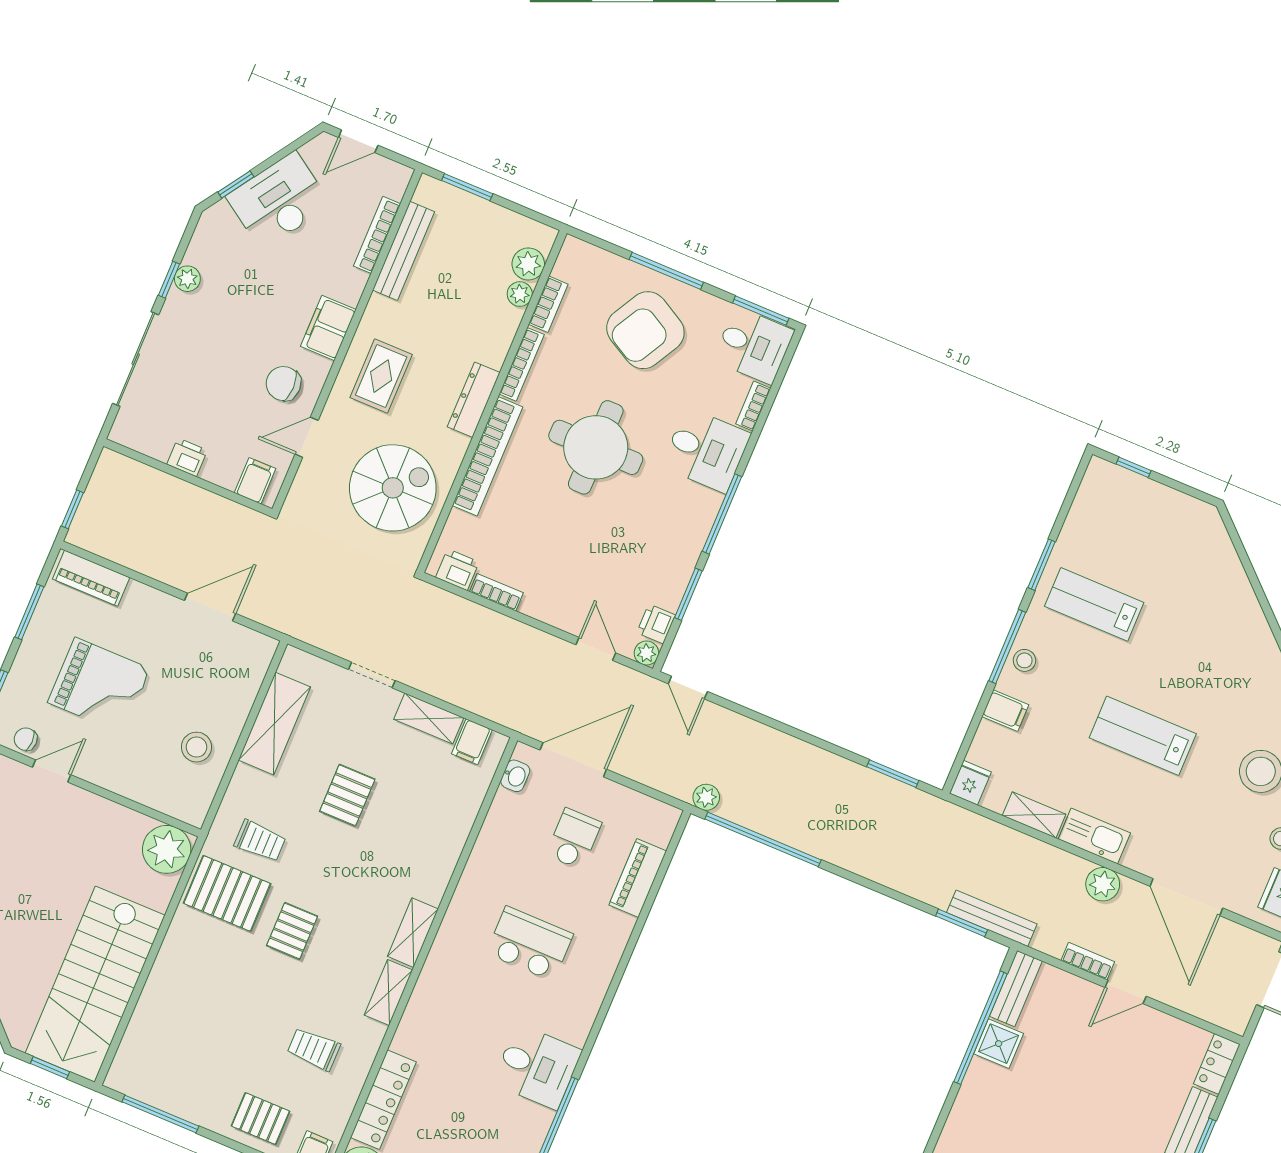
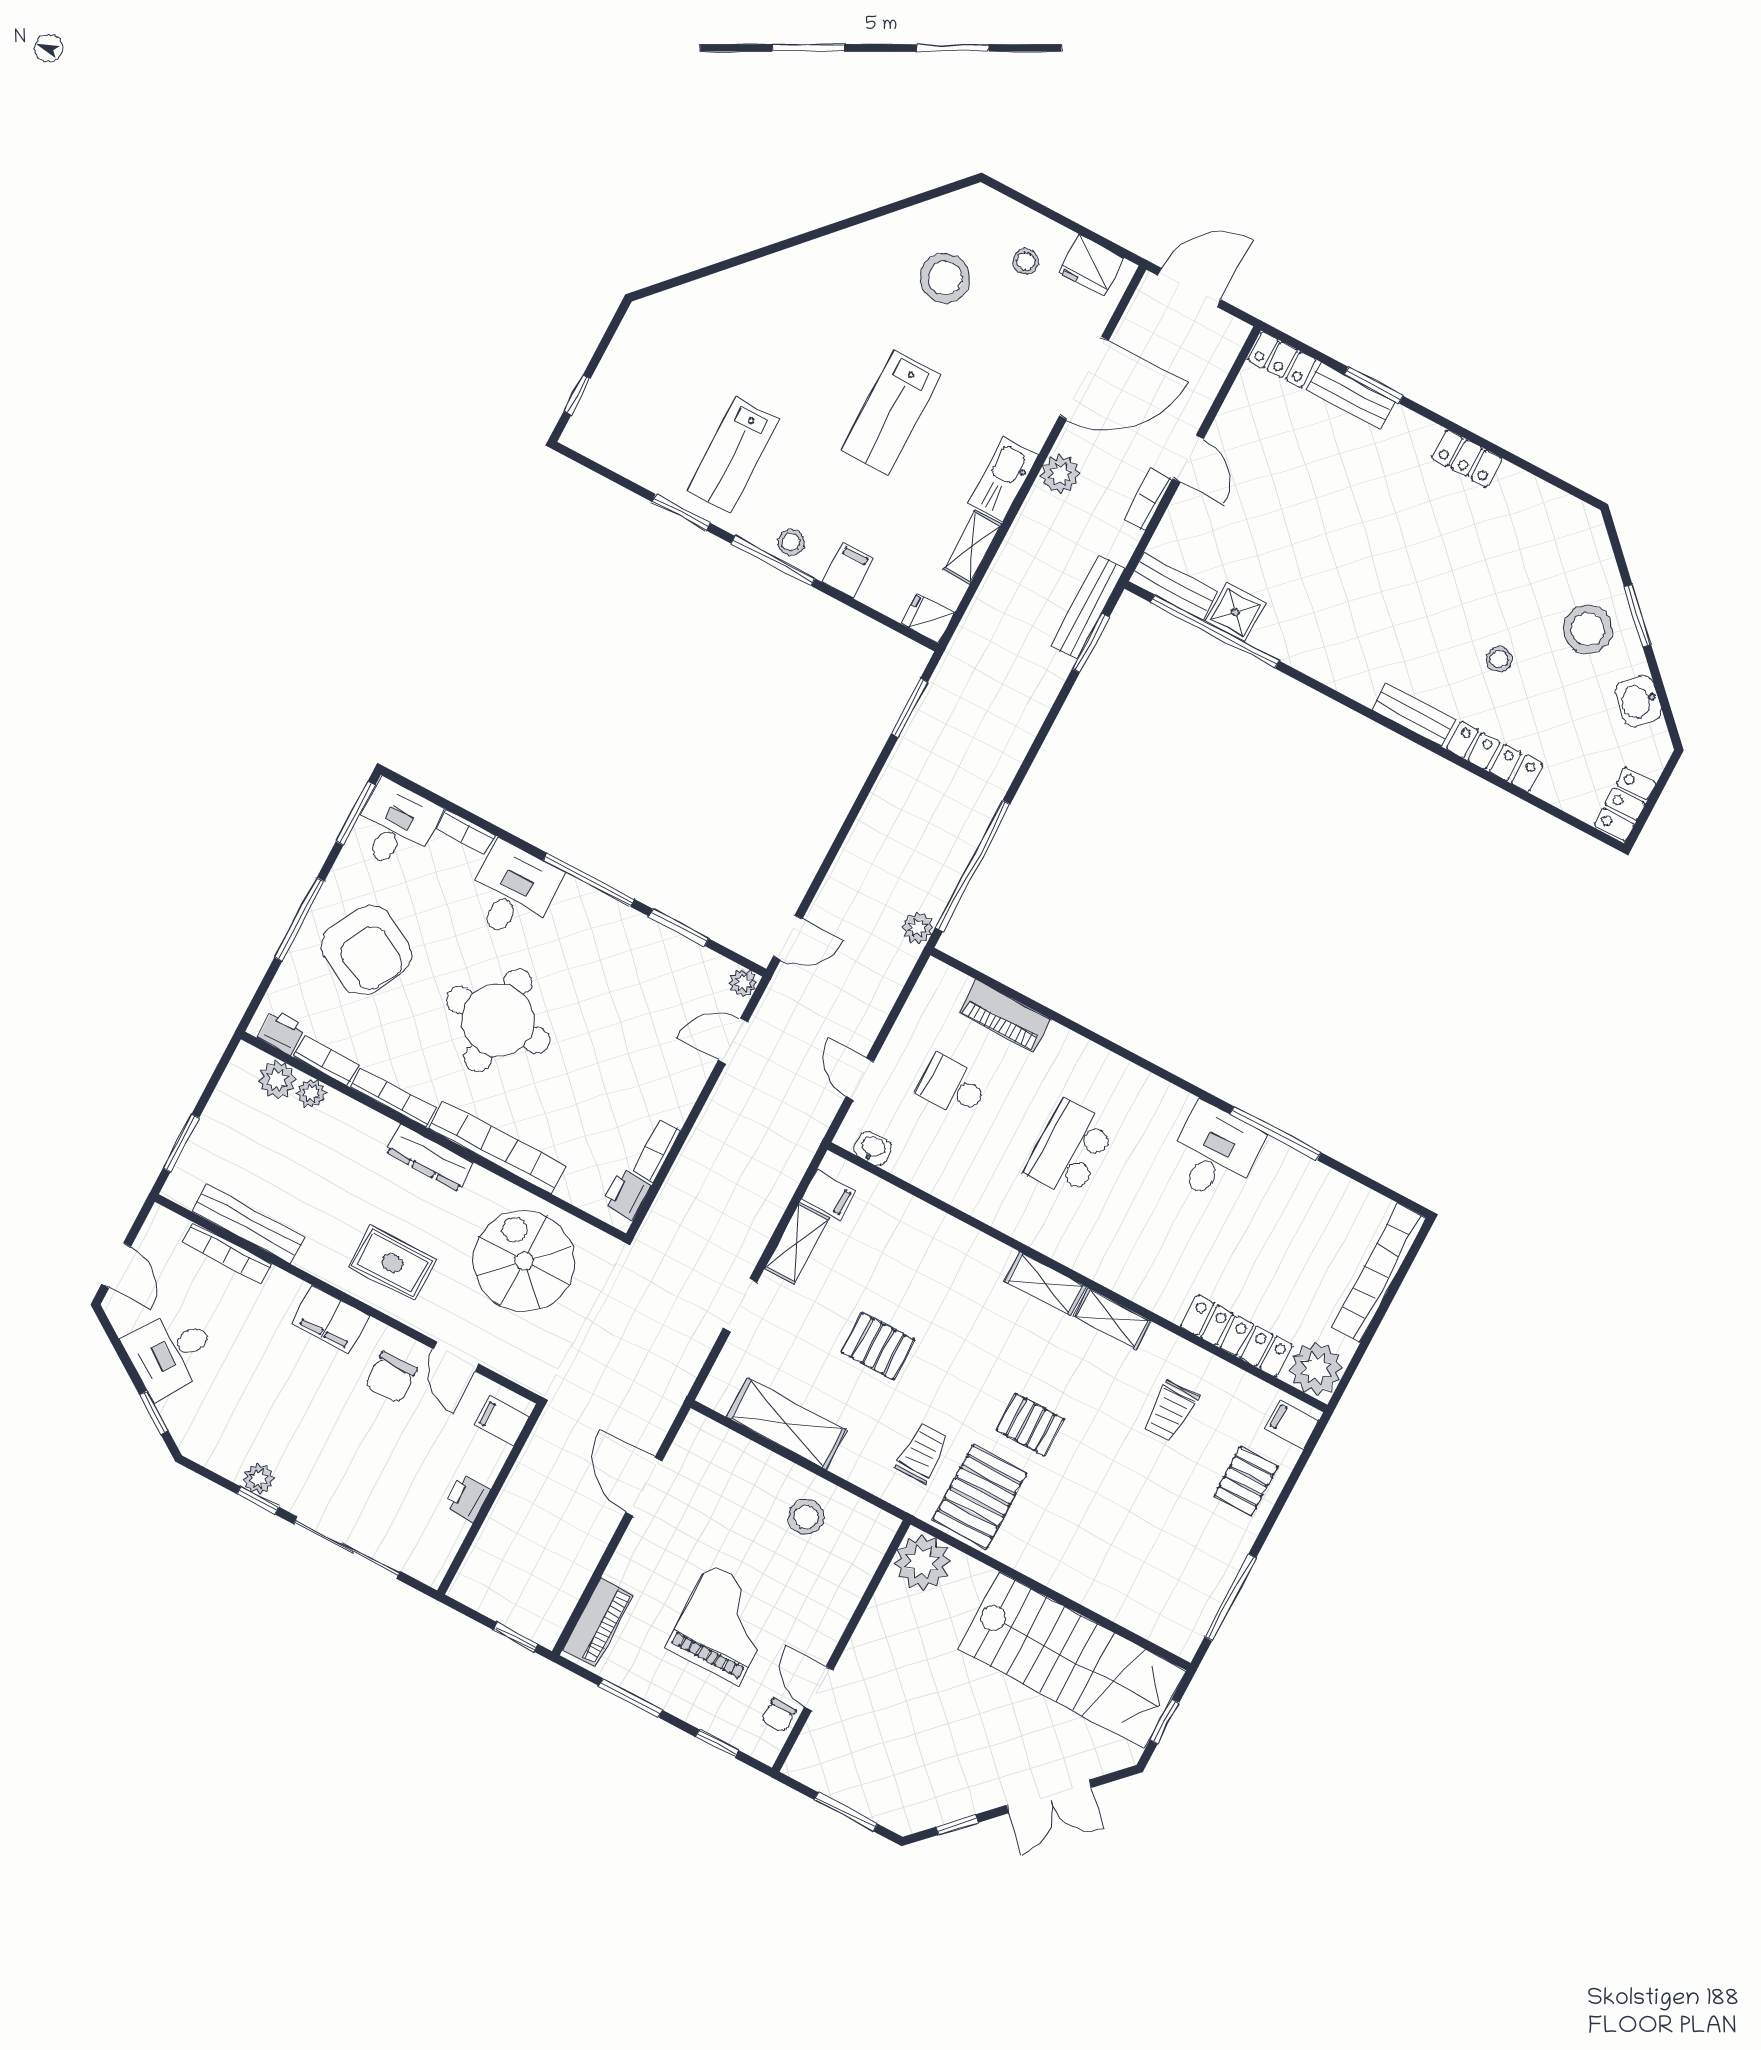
desk: (279, 201) -> (171, 1353), width x0.73
printer: (656, 624) -> (282, 1032), moved, turned 180
door: (573, 760) -> (860, 1079), width x0.53

